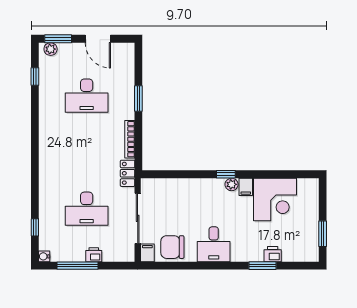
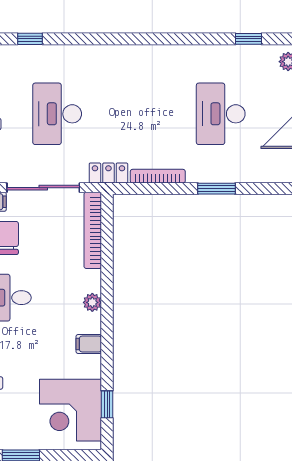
window: (226, 174) -> (107, 404), moved
bookcase: (167, 184) -> (93, 230), added
plant: (232, 184) -> (92, 302), moved
corner desk: (275, 199) -> (71, 410), moved

